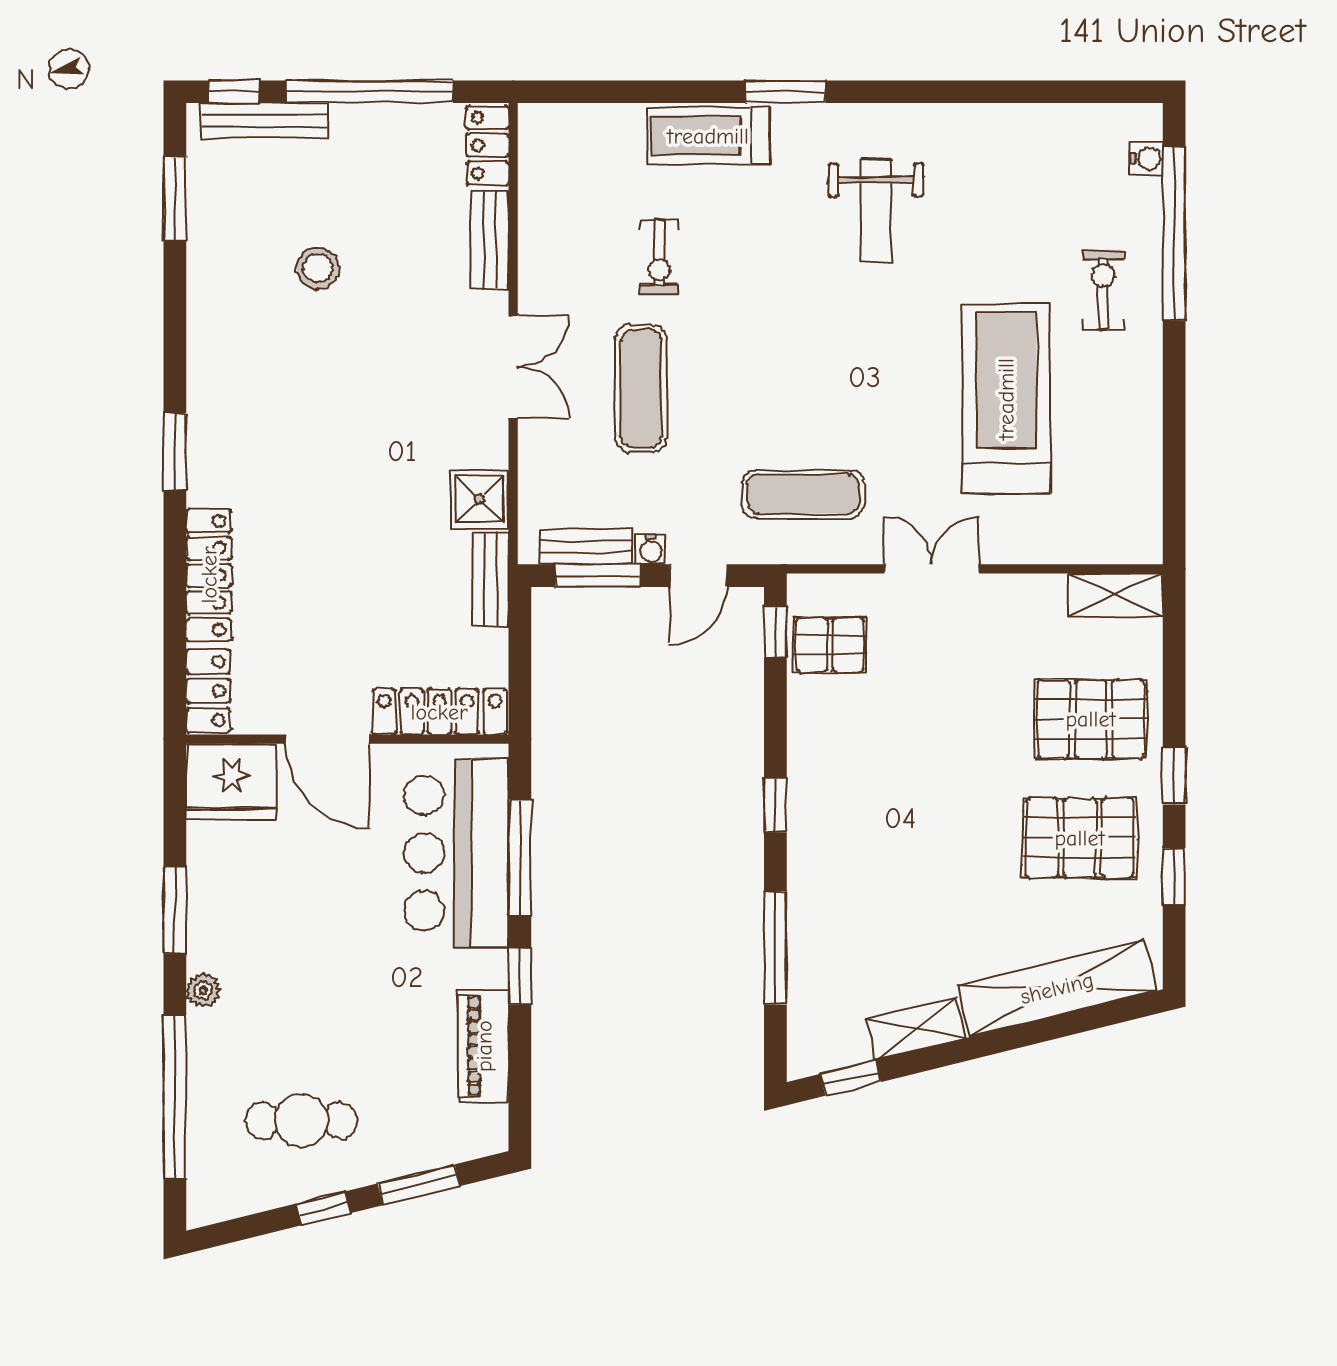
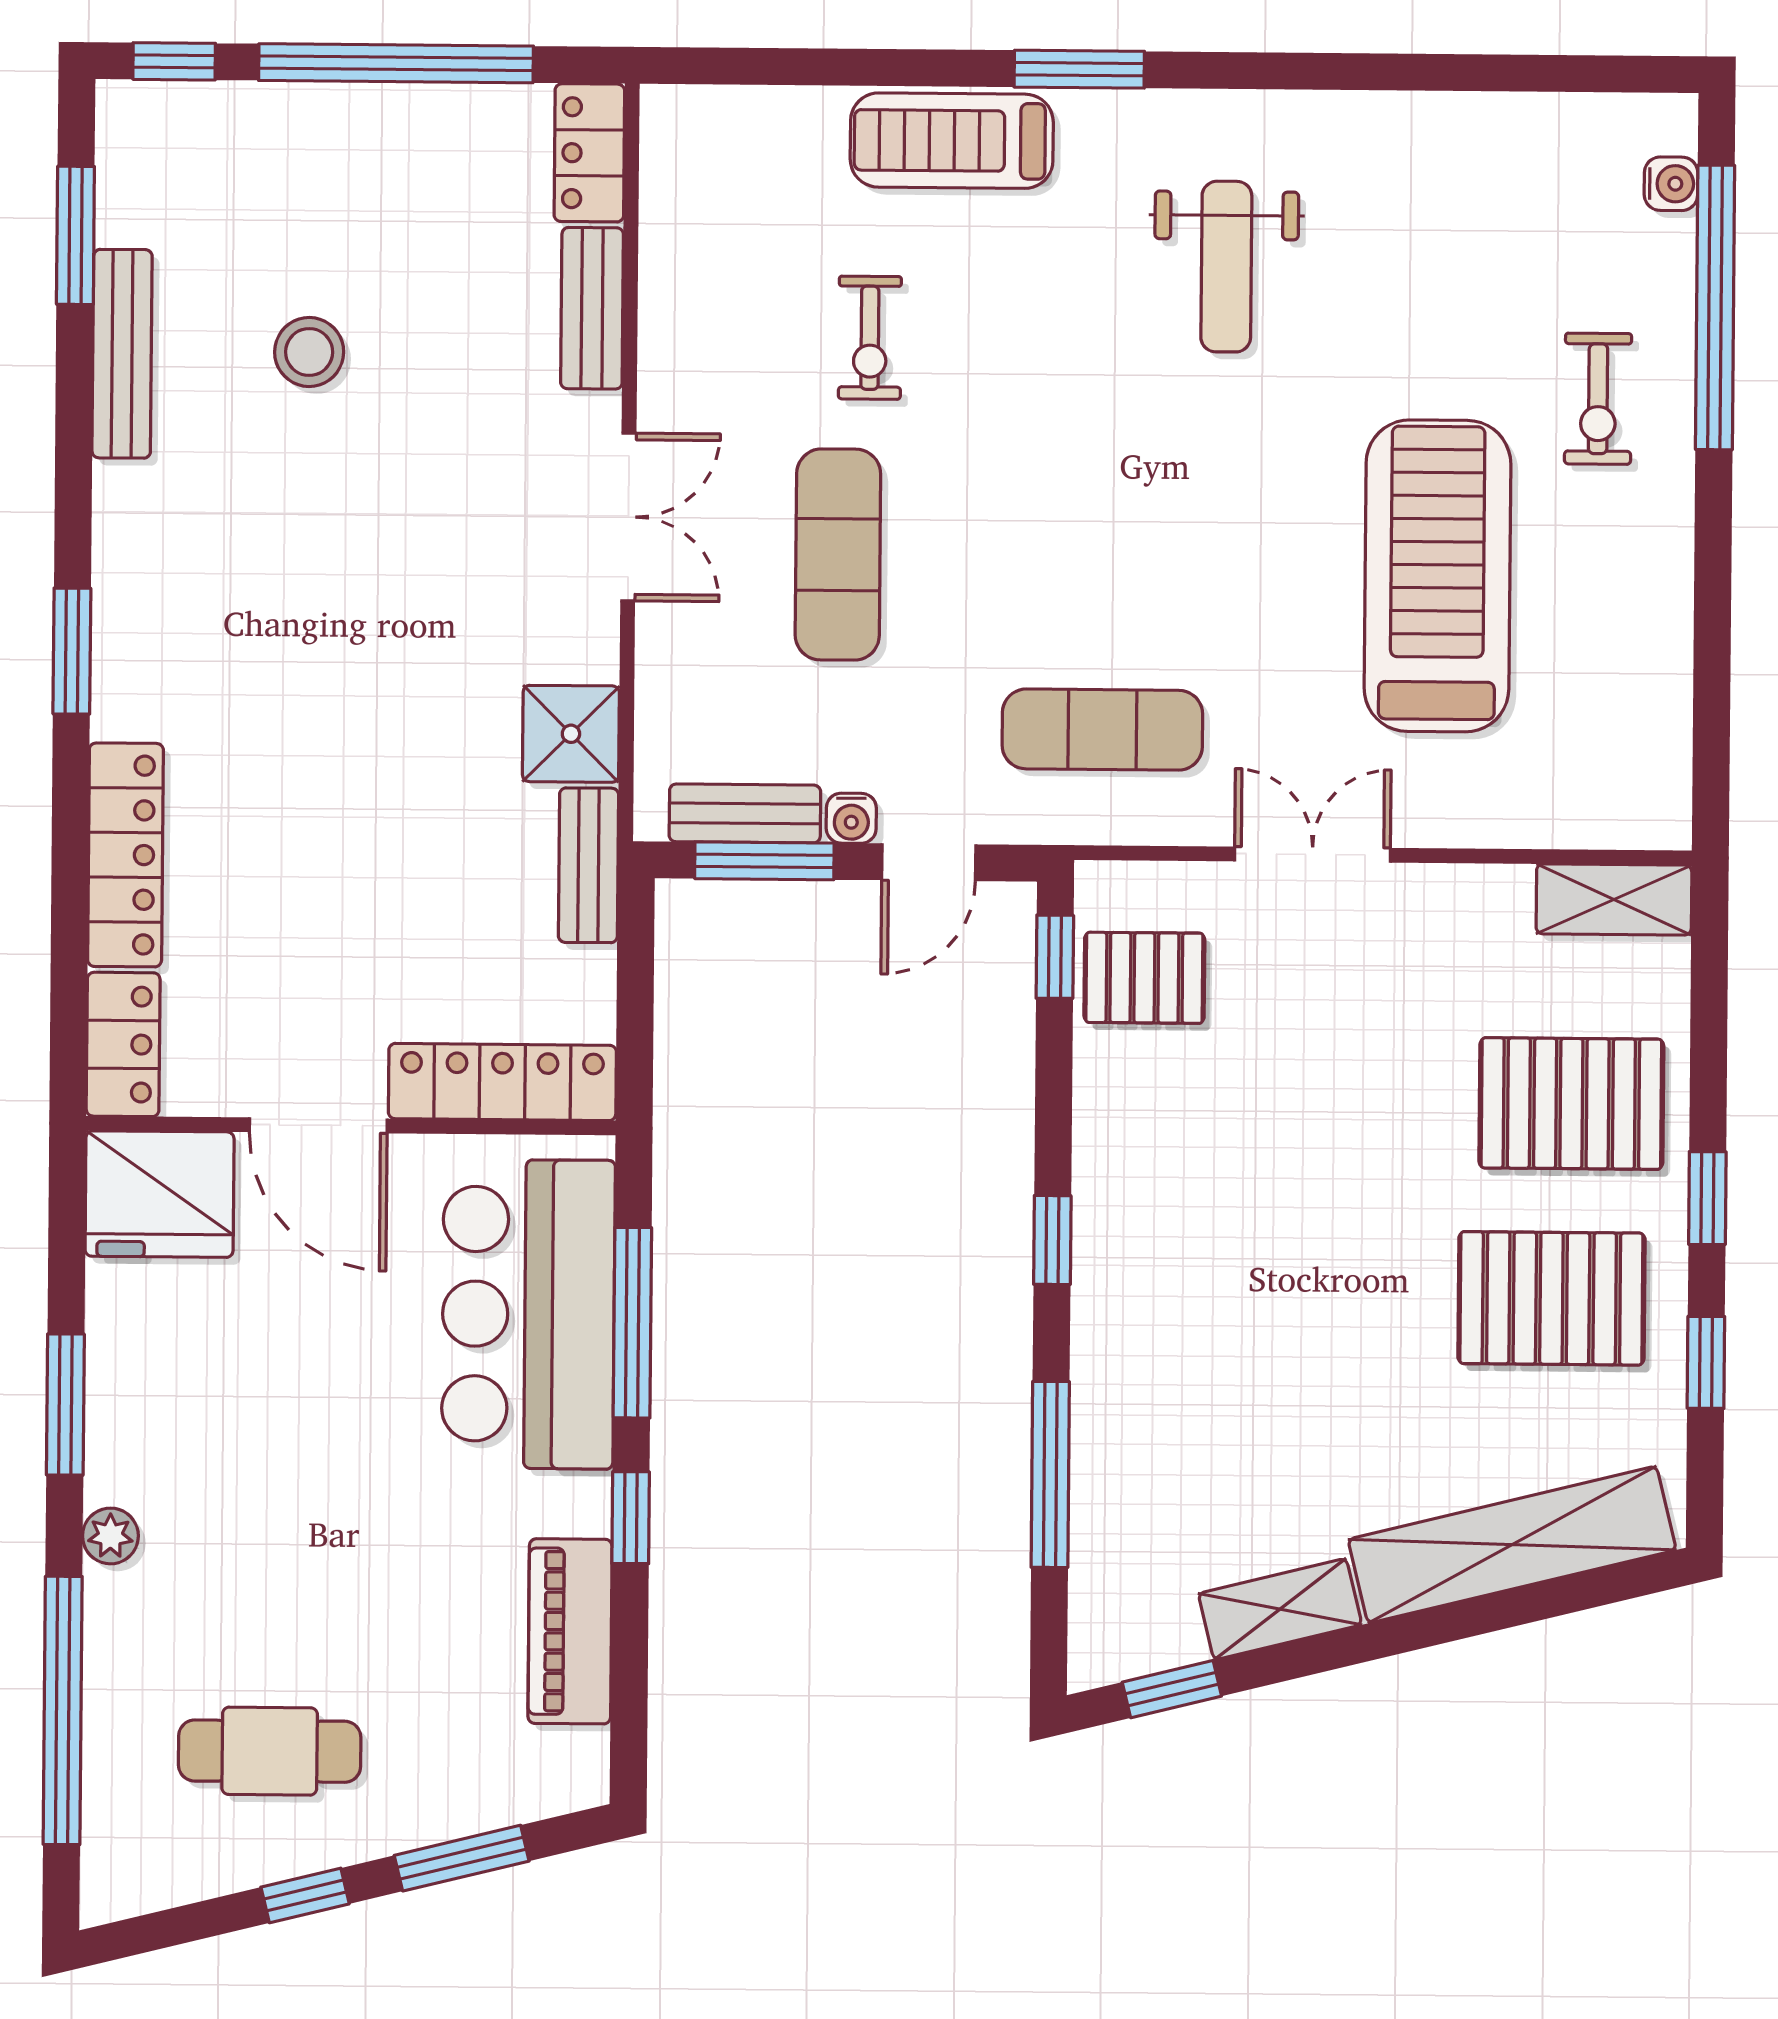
bench: (264, 121) -> (122, 354), moved, turned 90
exercise bike: (1103, 290) -> (1598, 399), turned 180

